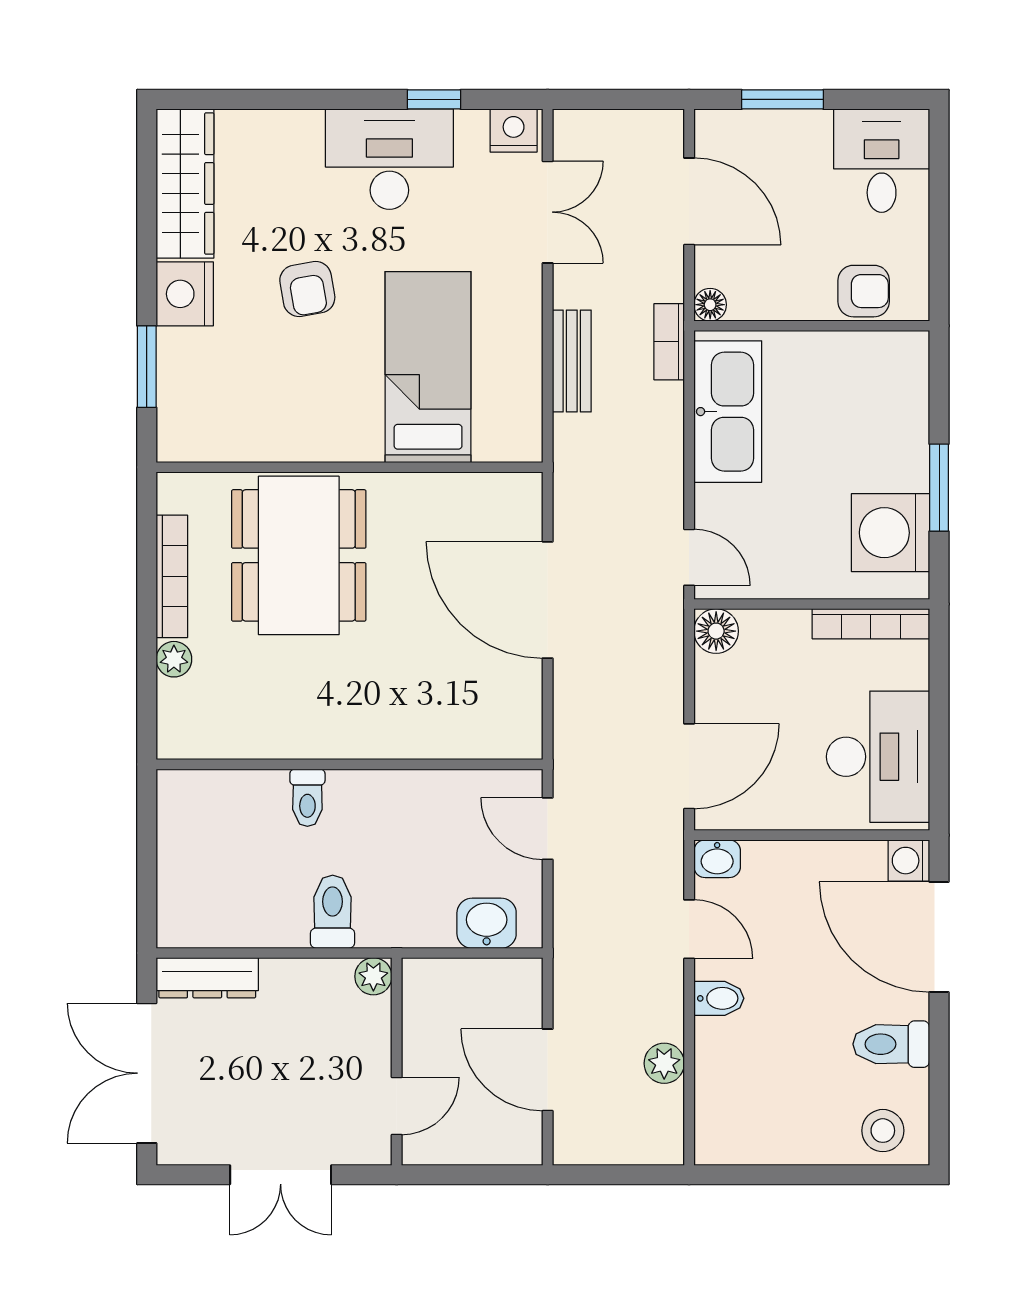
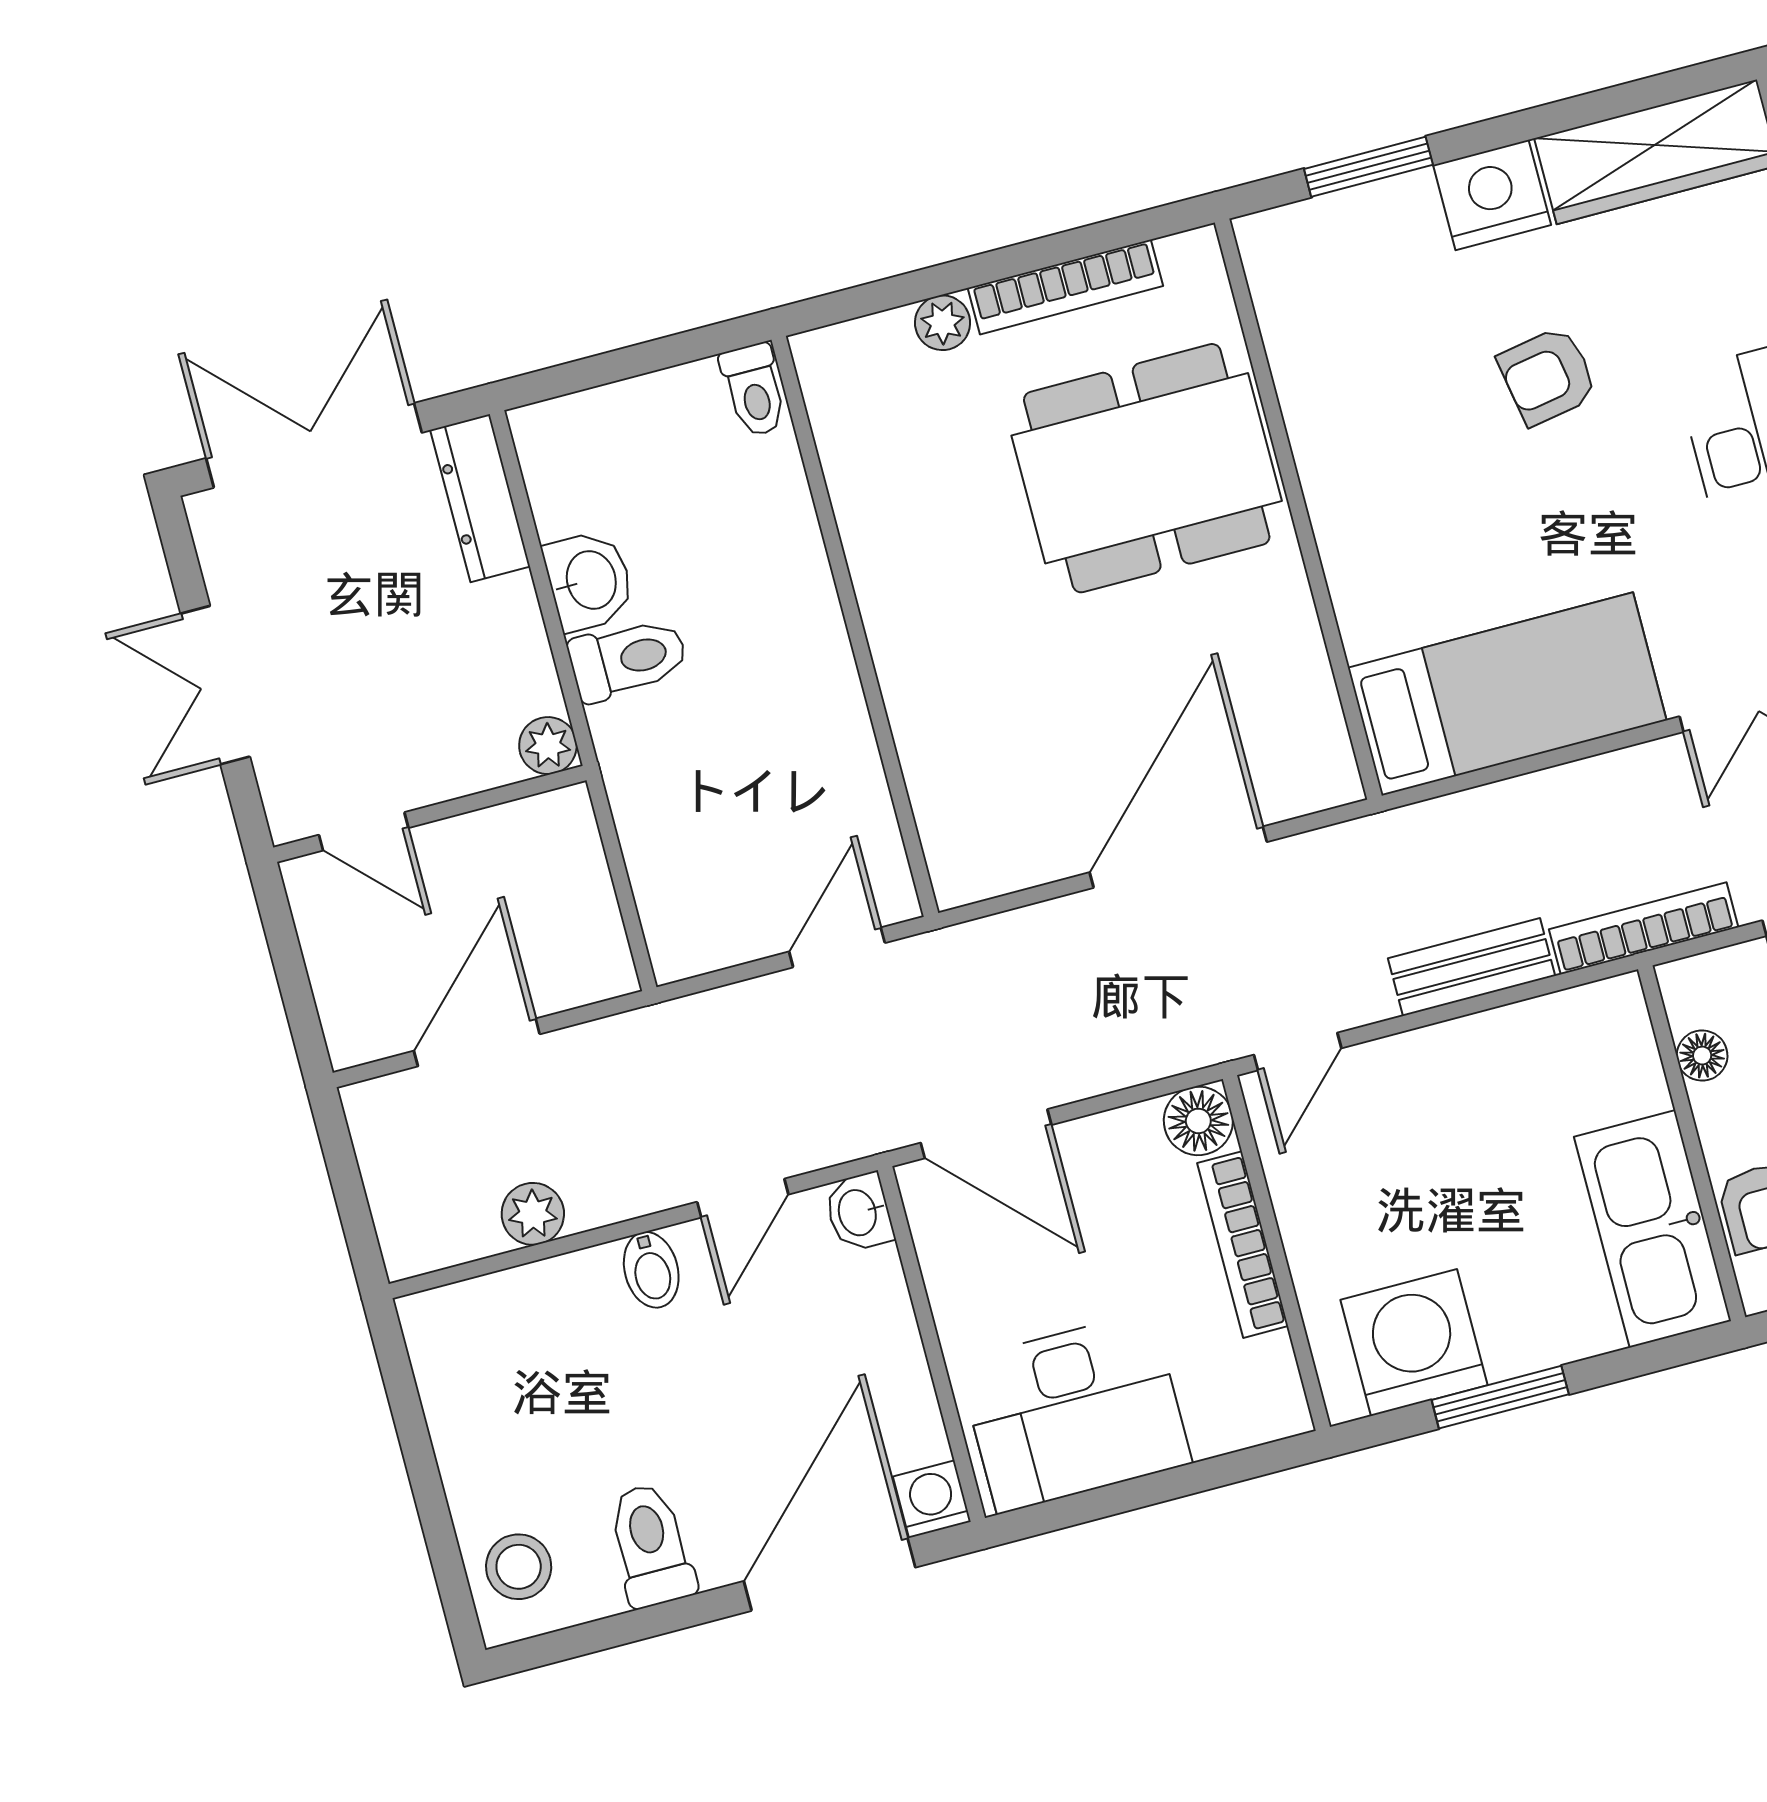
floor lamp: (710, 305) -> (1702, 1056), moved
bookcase: (669, 342) -> (1644, 928), width x1.56
bench: (572, 361) -> (1471, 967), moved
bed: (428, 367) -> (1507, 694), moved
kitchen sink: (728, 412) -> (1653, 1229), moved, turned 90
bookcase: (871, 624) -> (1243, 1245), moved
toilet: (307, 798) -> (754, 390), moved, turned -90
washbasin: (487, 923) -> (589, 581), moved

